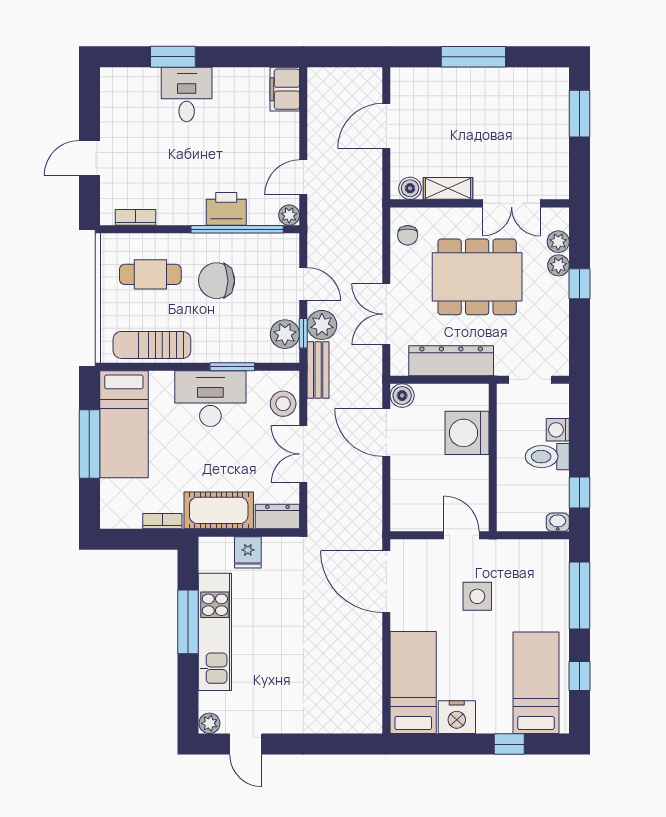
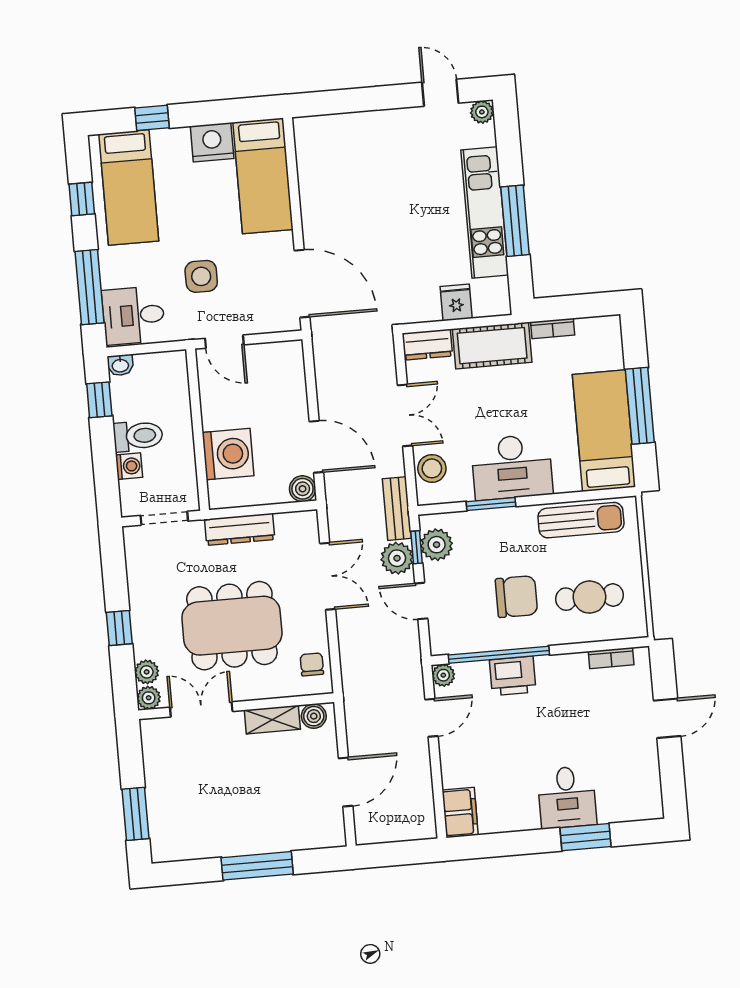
plant: (558, 265) -> (149, 698), moved
dresser: (451, 361) -> (240, 529), width x0.73, depth x0.80
desk: (542, 566) -> (133, 315), added

